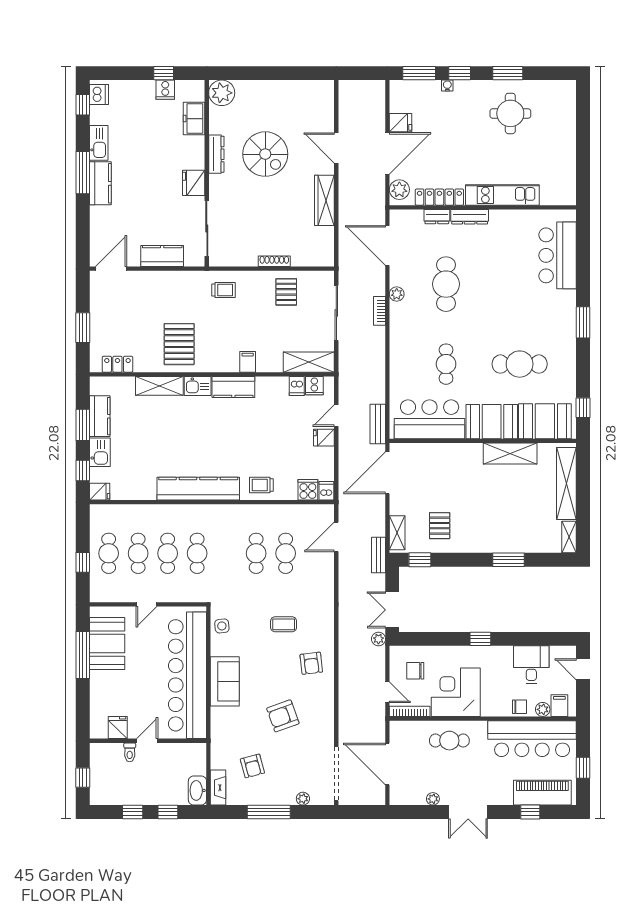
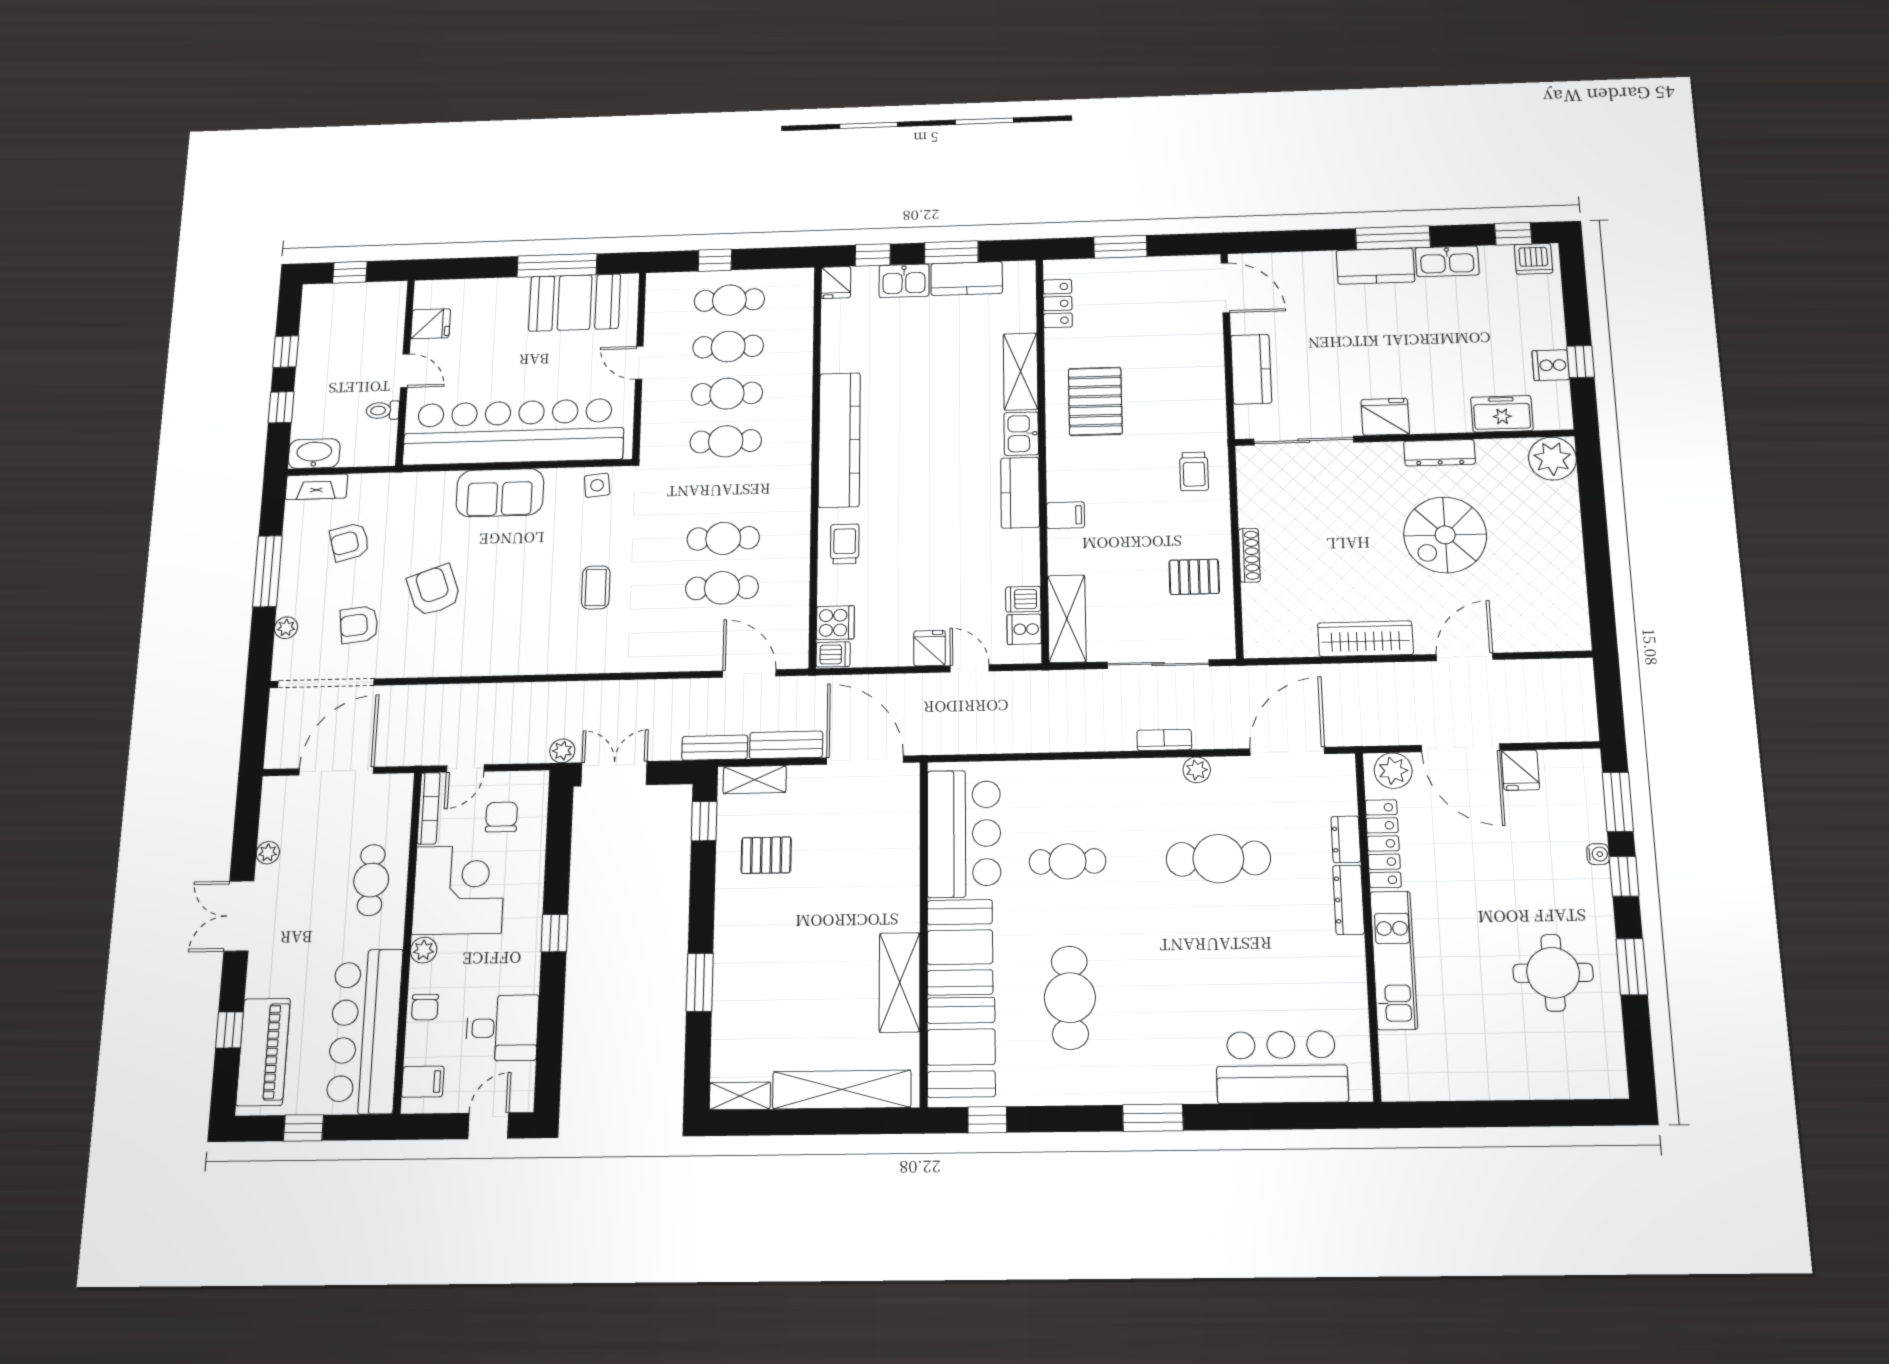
pallet: (179, 344) -> (1095, 401), turned 90
bench: (378, 424) -> (786, 745), moved
armchair: (311, 663) -> (359, 625), moved
plant: (543, 709) -> (424, 950), moved
toilet: (130, 752) -> (383, 410), moved

